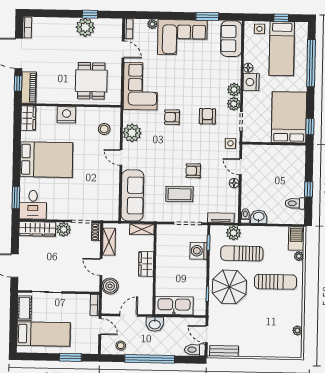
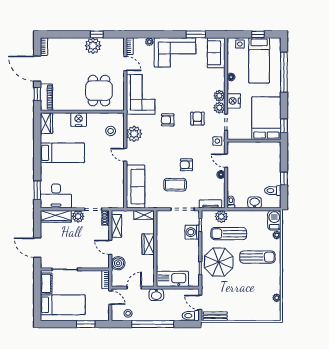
nightstand: (251, 82) -> (234, 101), moved
bed: (46, 160) -> (62, 153), width x0.67
desk: (33, 205) -> (56, 196), width x1.37
washbasin: (259, 217) -> (255, 203), moved

